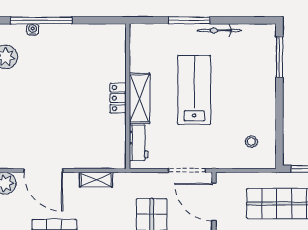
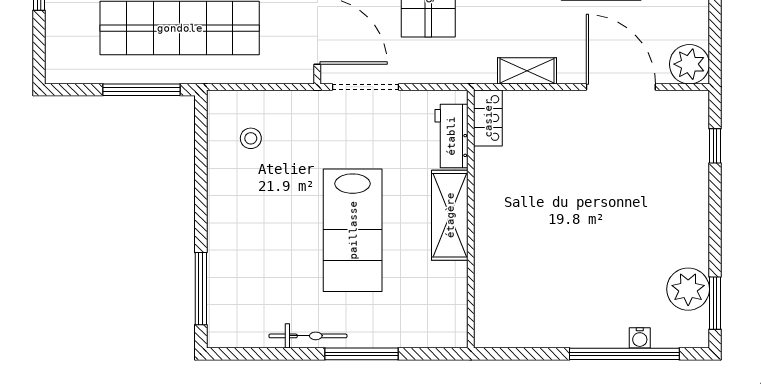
locker: (118, 98) -> (488, 118), moved

